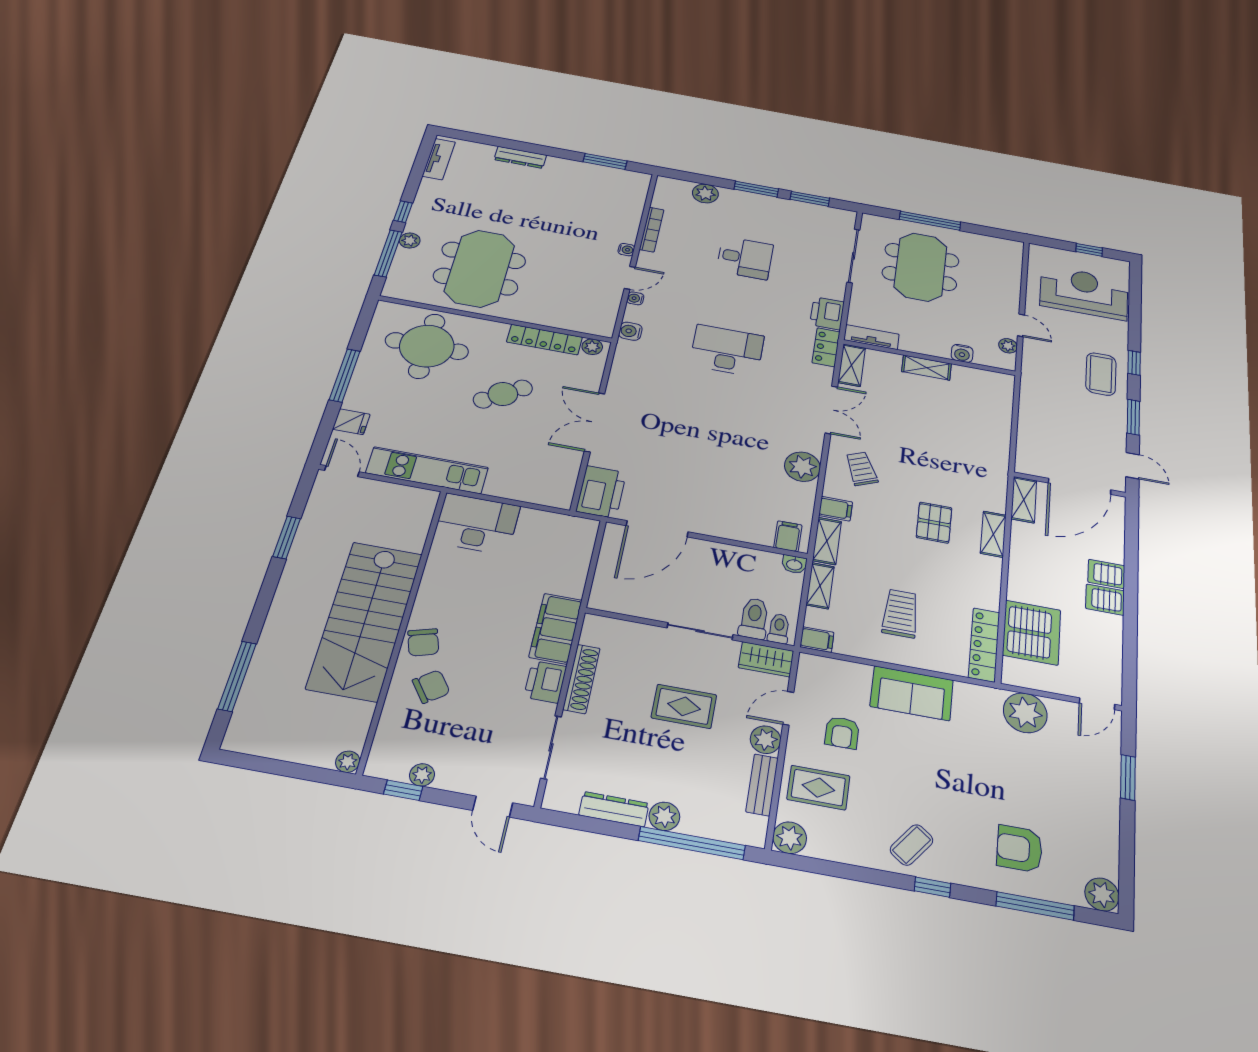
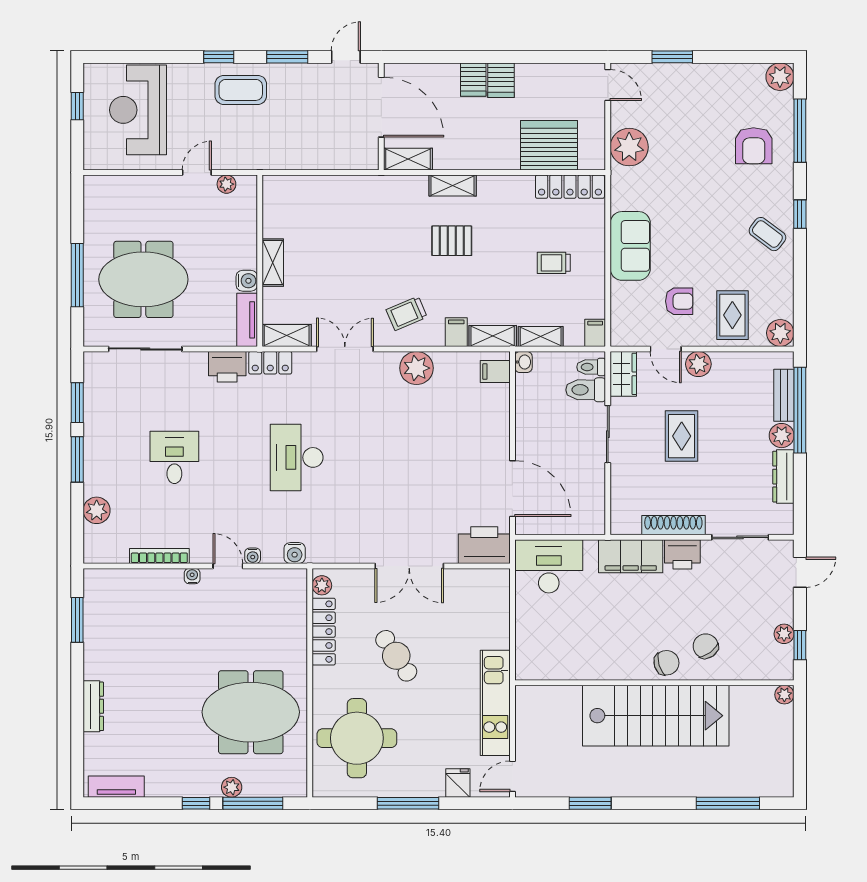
water cooler: (962, 353) -> (247, 281), moved
desk: (477, 524) -> (549, 566), moved, turned 90
trolley: (900, 613) -> (554, 263), width x0.73, depth x0.72
bench: (762, 785) -> (784, 395), moved, turned 90

